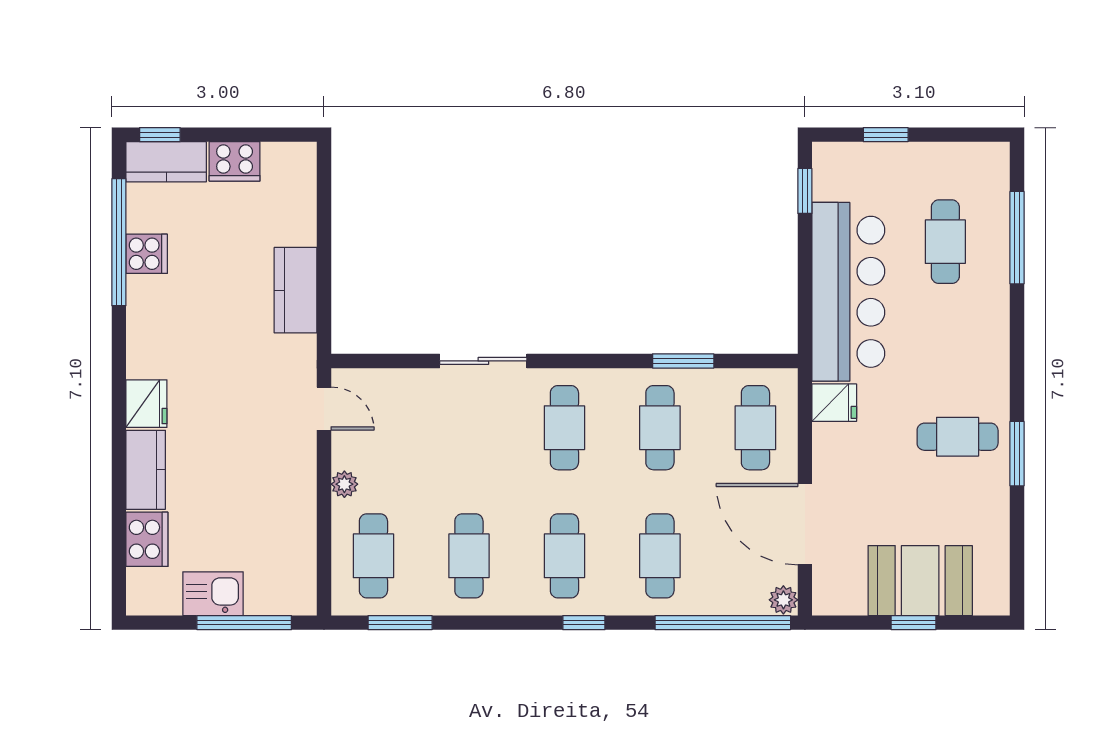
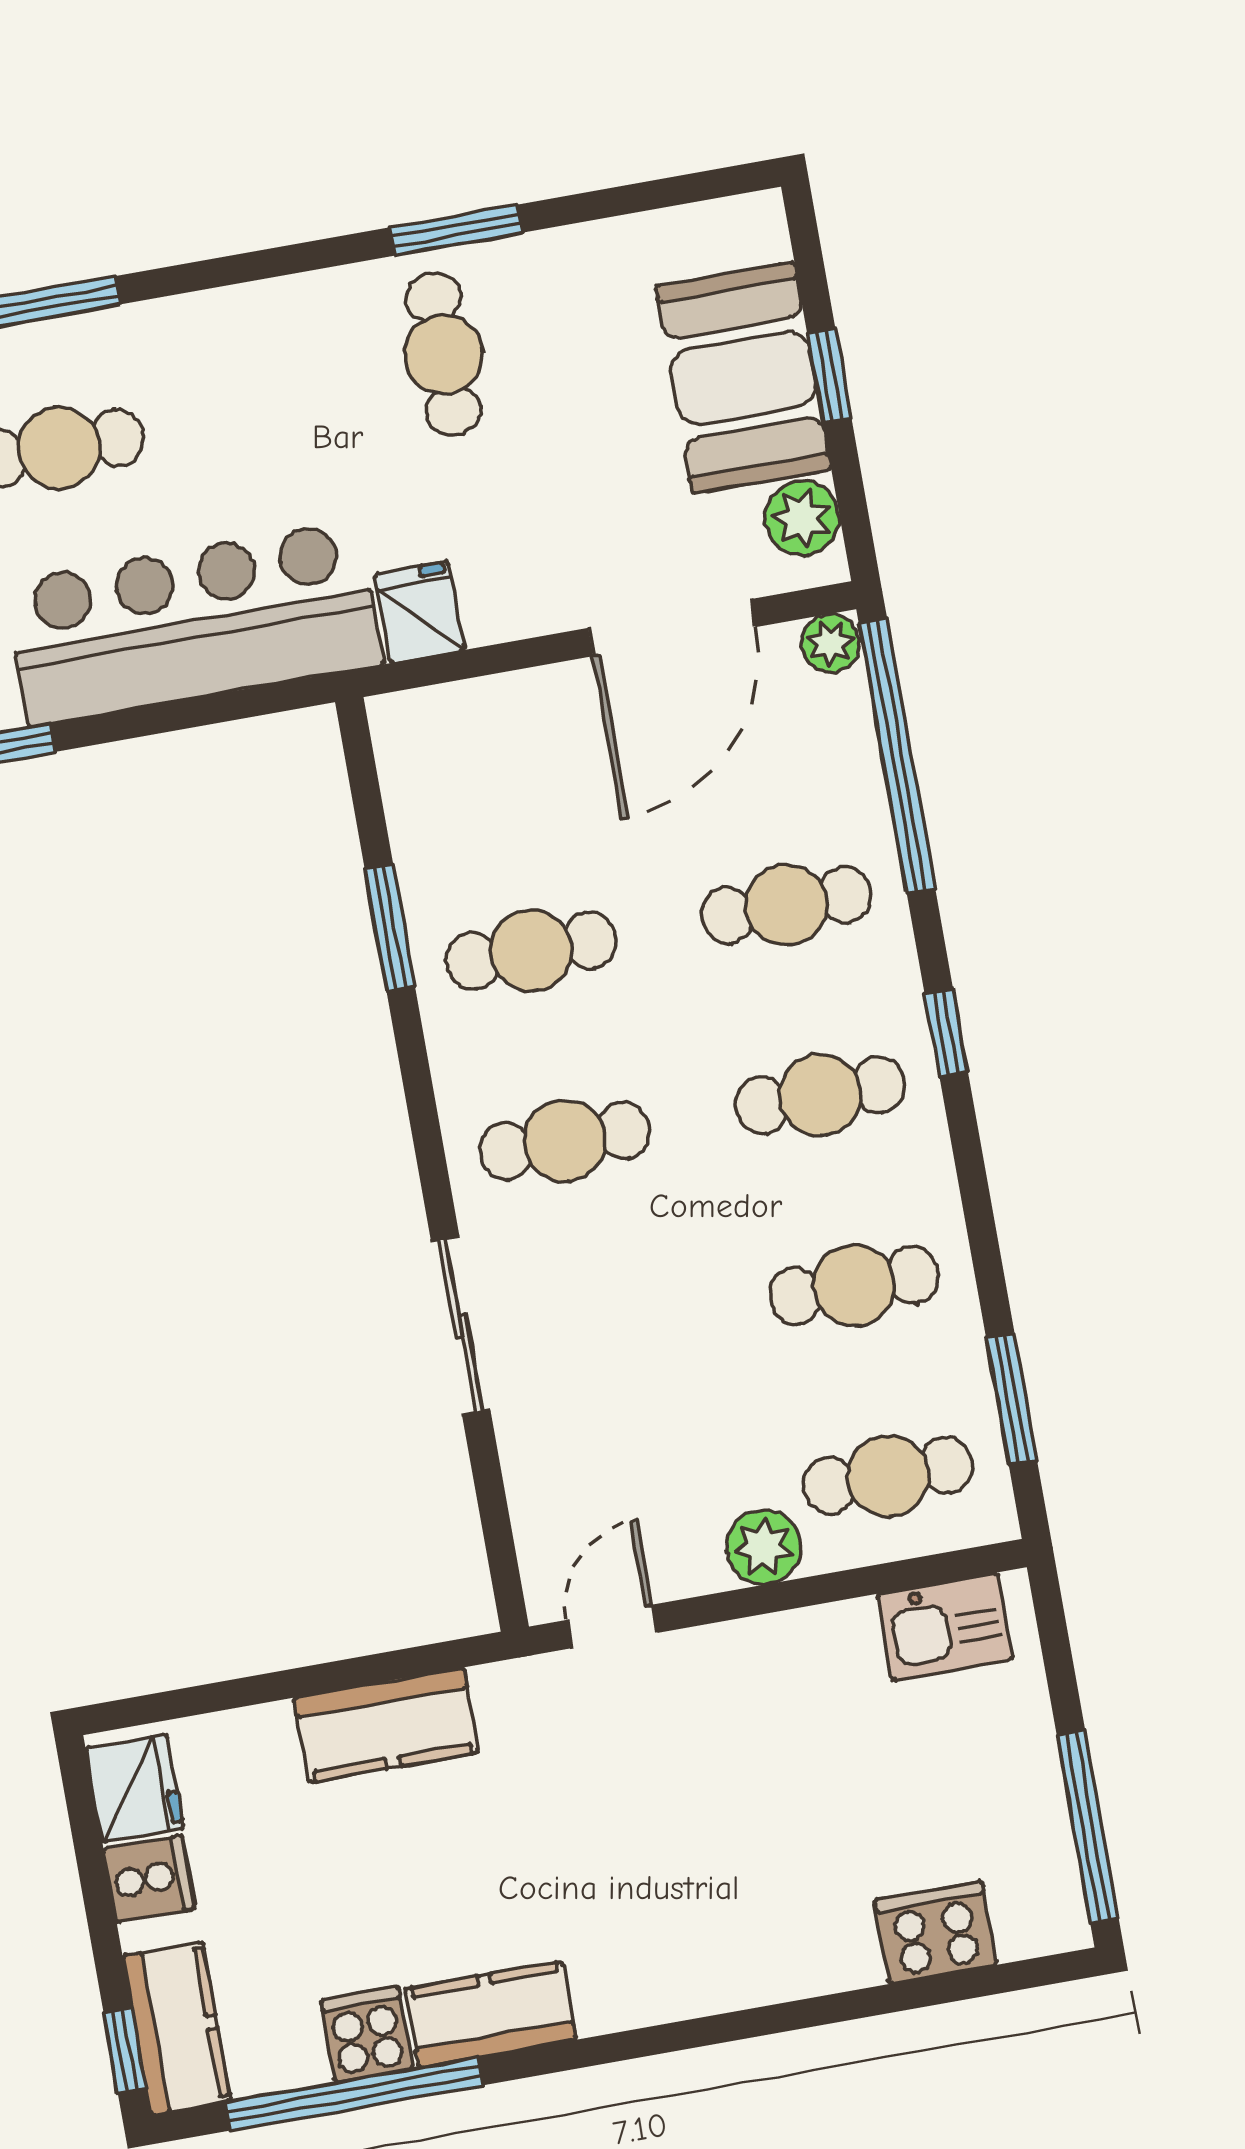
cooker: (235, 161) -> (149, 1879), width x0.73
fridge: (146, 404) -> (135, 1788), moved, turned 90
cafe table: (755, 428) -> (497, 760), removed
kitchen counter: (146, 470) -> (491, 2014), moved
plant: (344, 484) -> (764, 1547), width x1.38, depth x1.38
kitchen sink: (213, 594) -> (945, 1627), moved, turned -90
plant: (847, 597) -> (802, 518), added
window: (244, 623) -> (1088, 1827), moved

